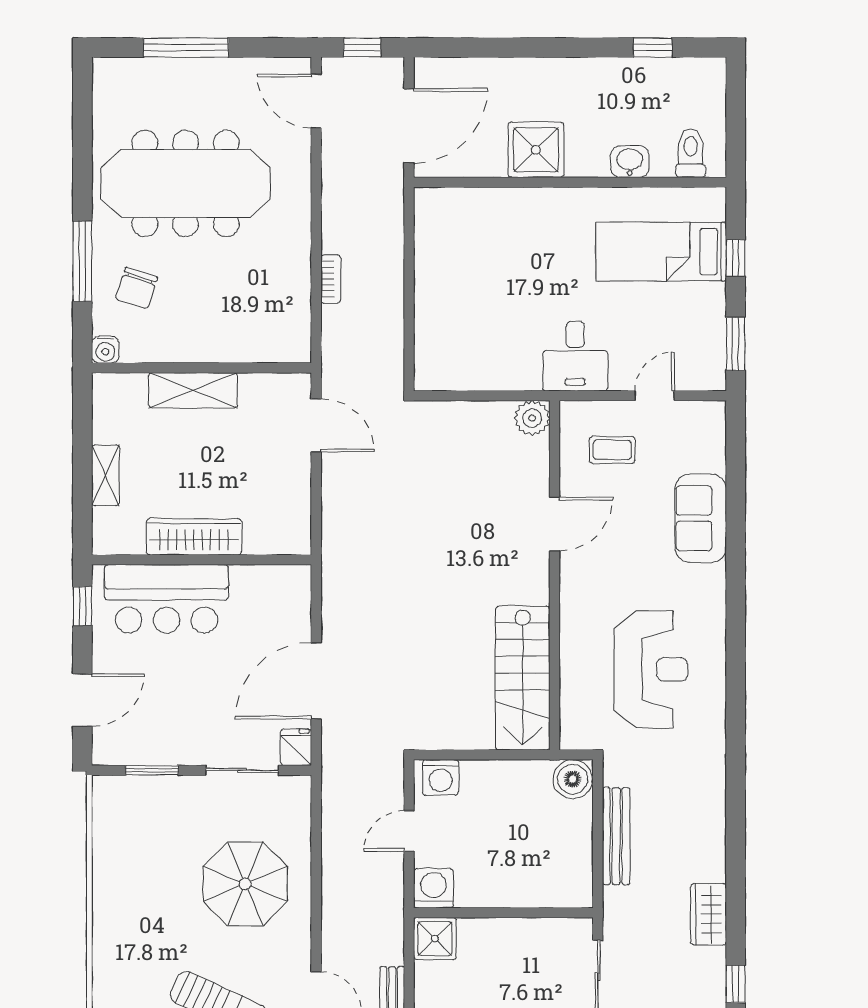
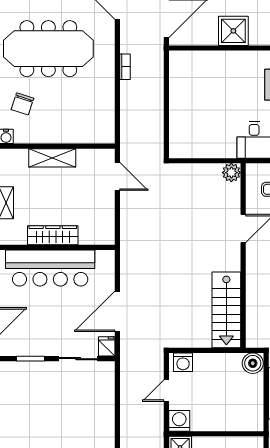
bookcase: (331, 279) -> (125, 67), moved
bar counter: (167, 599) -> (50, 268), width x1.36
parasol: (245, 884) -> (80, 419), removed

